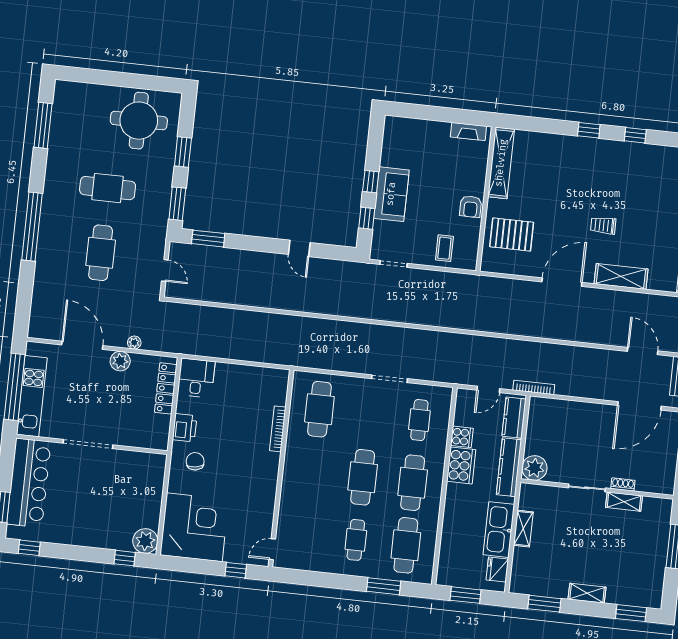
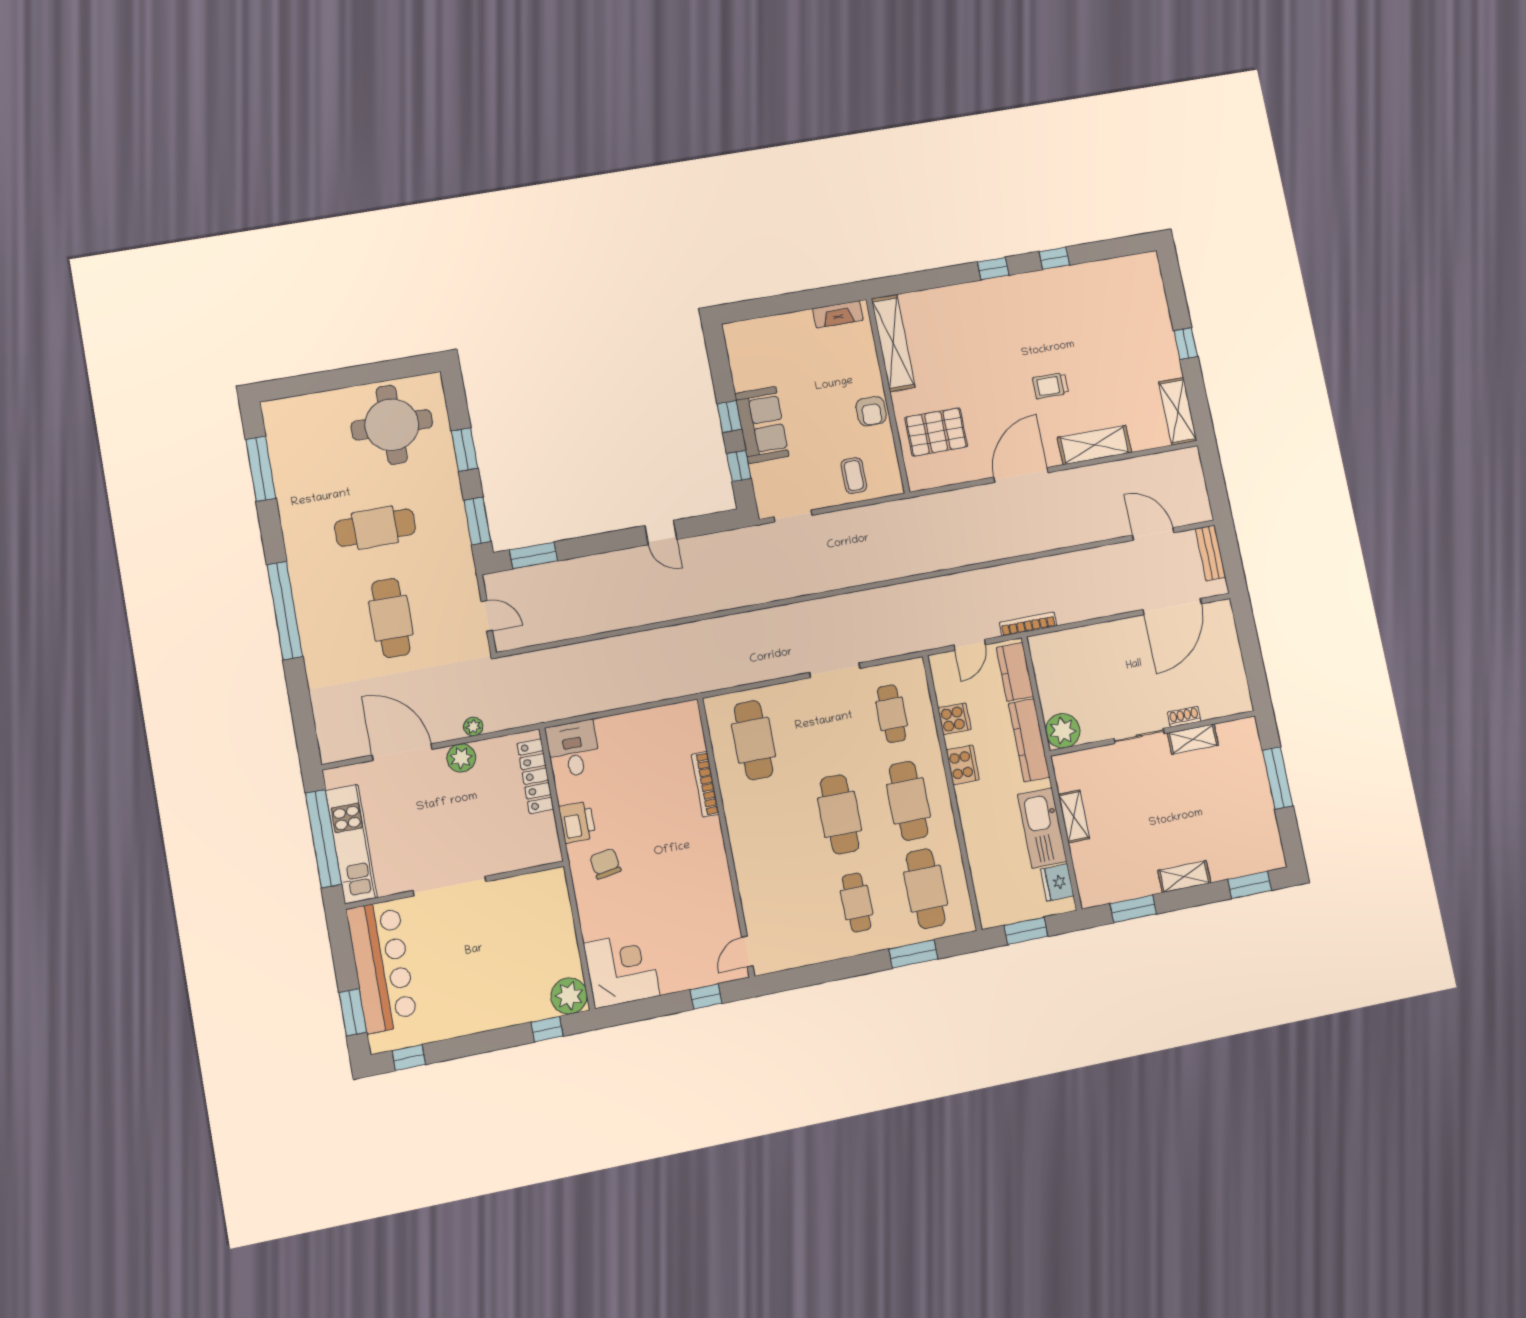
cooker: (461, 465) -> (963, 765), width x0.73, depth x0.76
corner desk: (194, 527) -> (622, 969), width x0.74, depth x0.74

